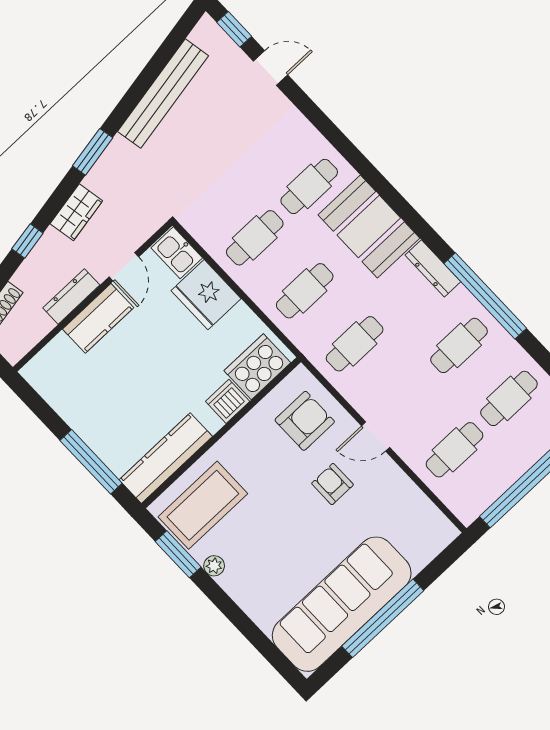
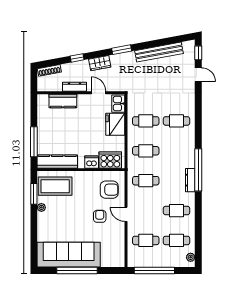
booth: (369, 226) -> (183, 150), removed
door: (124, 267) -> (99, 93), swing flipped
window: (485, 296) -> (198, 170), moved
kitchen counter: (98, 318) -> (63, 101), moved

